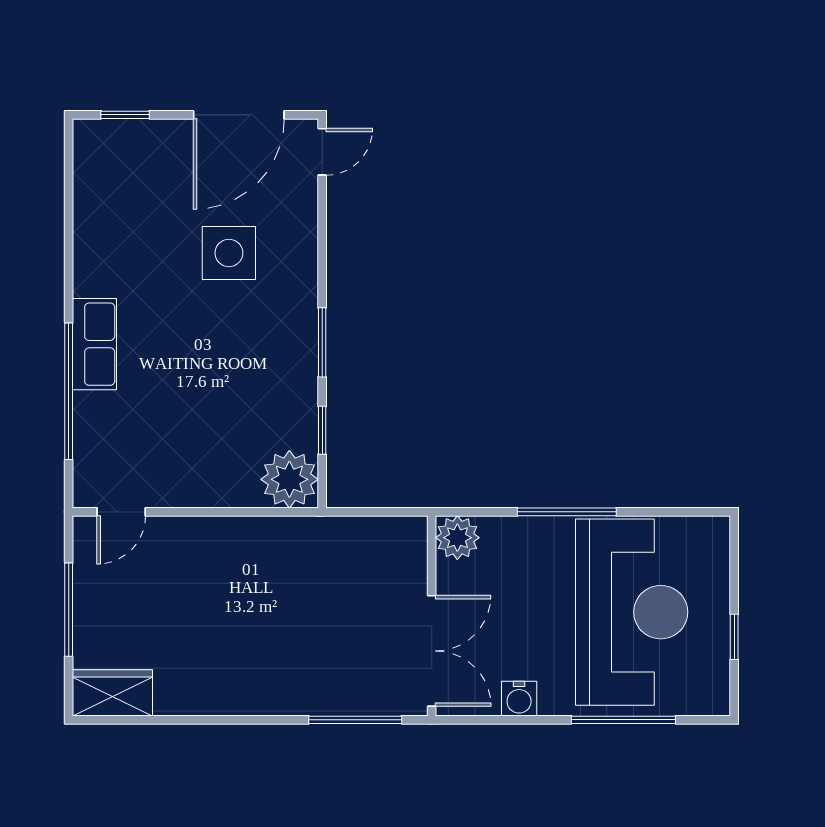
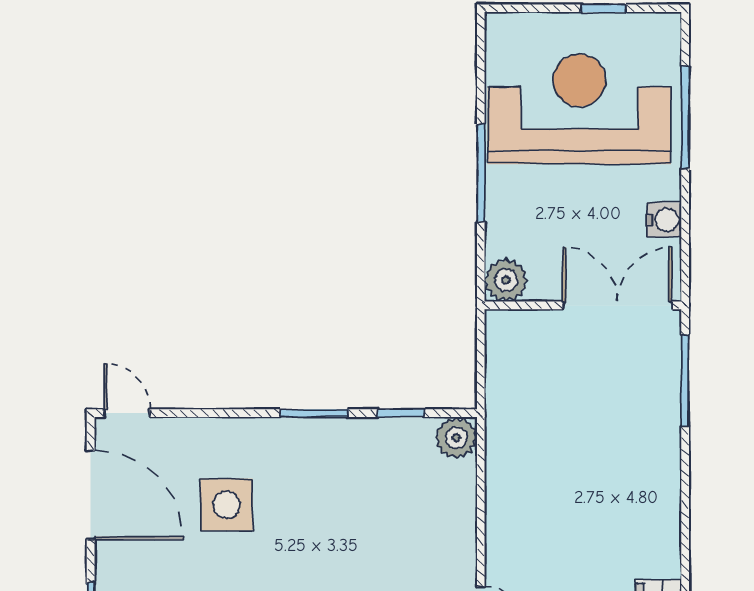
plant: (289, 479) -> (456, 438), width x0.73, depth x0.73

